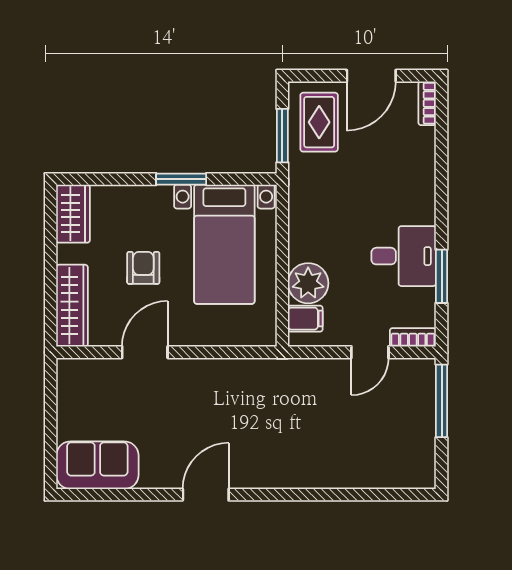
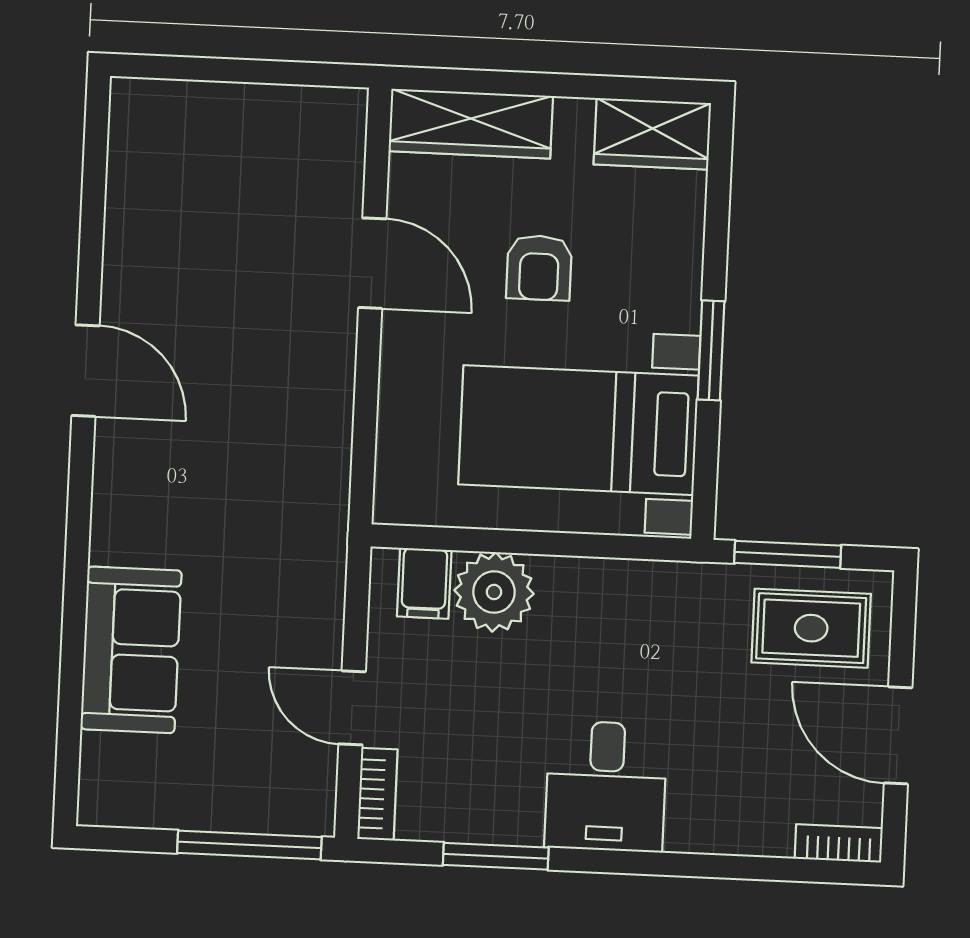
desk: (404, 256) -> (606, 786), moved
armchair: (143, 268) -> (539, 268), turned 90
sofa: (97, 465) -> (131, 650), moved

